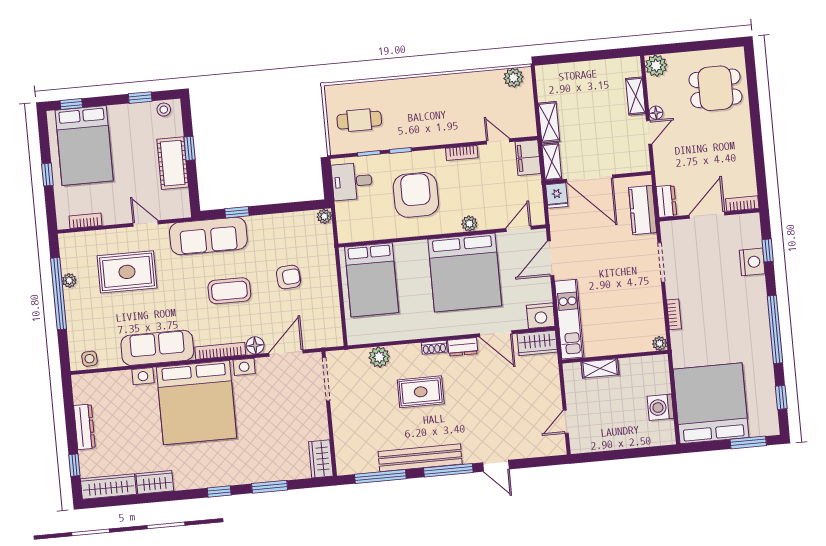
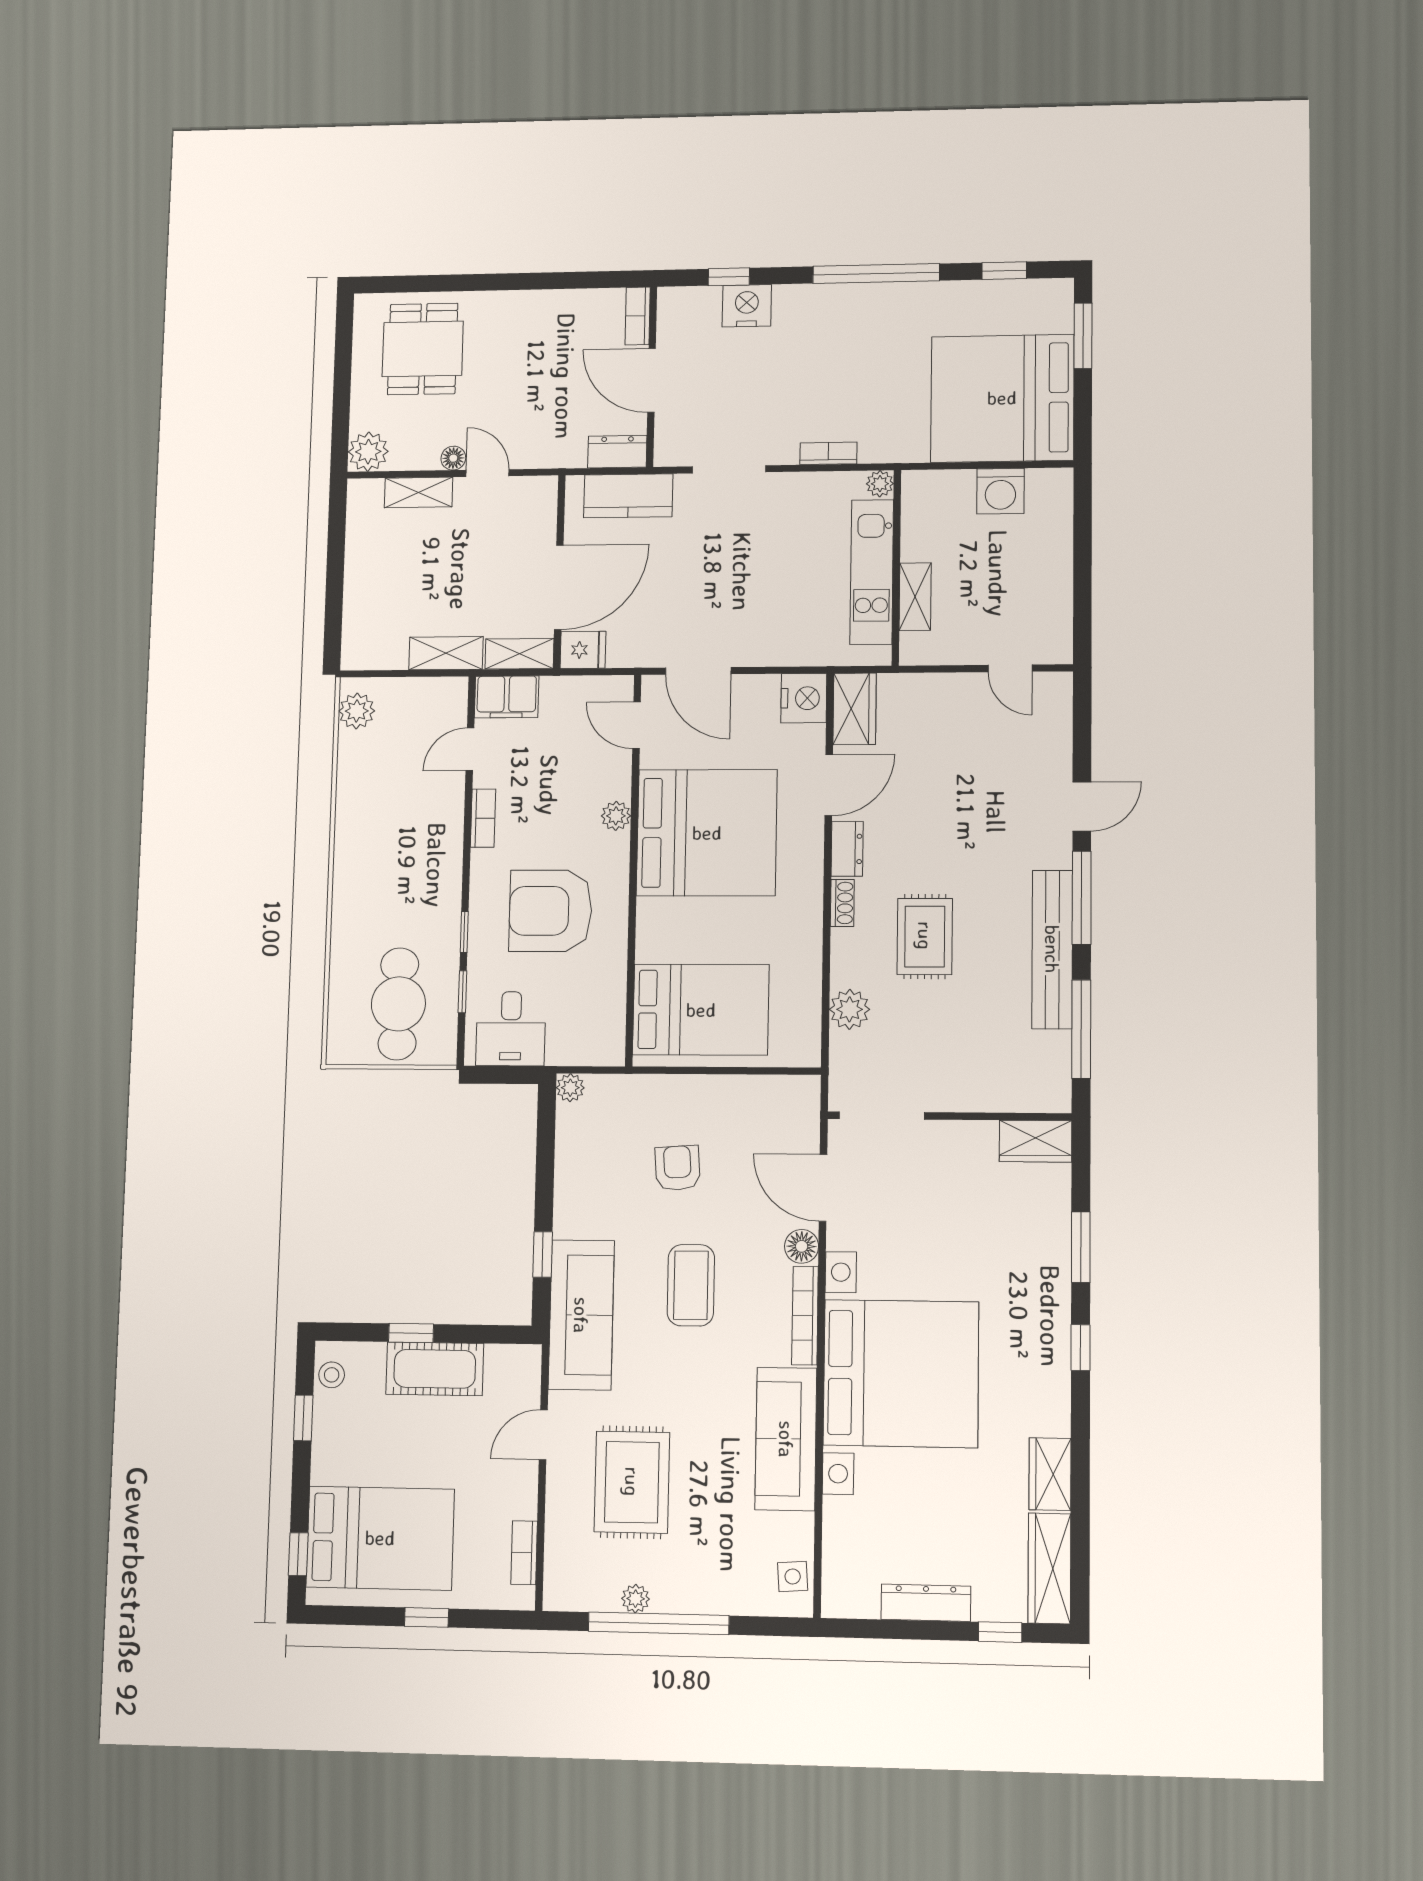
cafe table: (359, 120) -> (398, 1004), width x1.37, depth x1.35
kitchen unit: (569, 319) -> (872, 572), moved, turned -90

